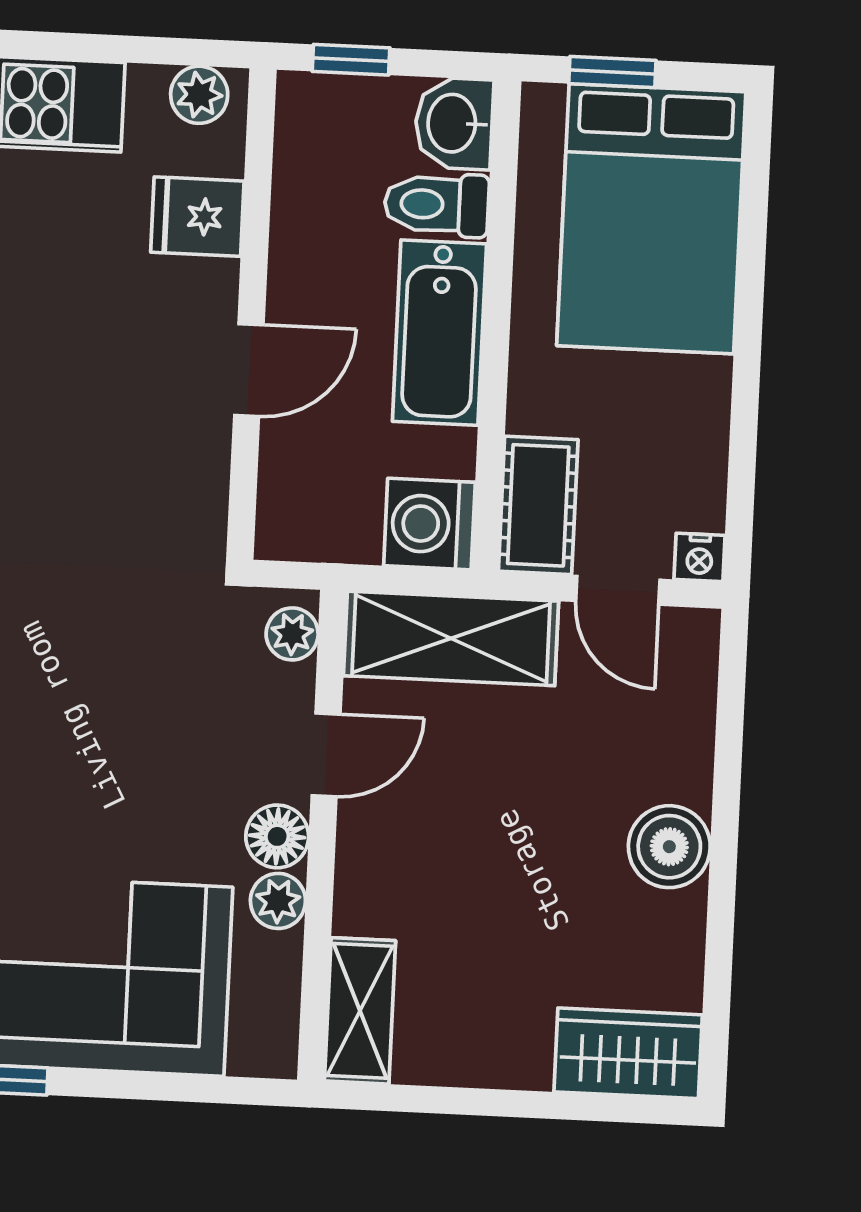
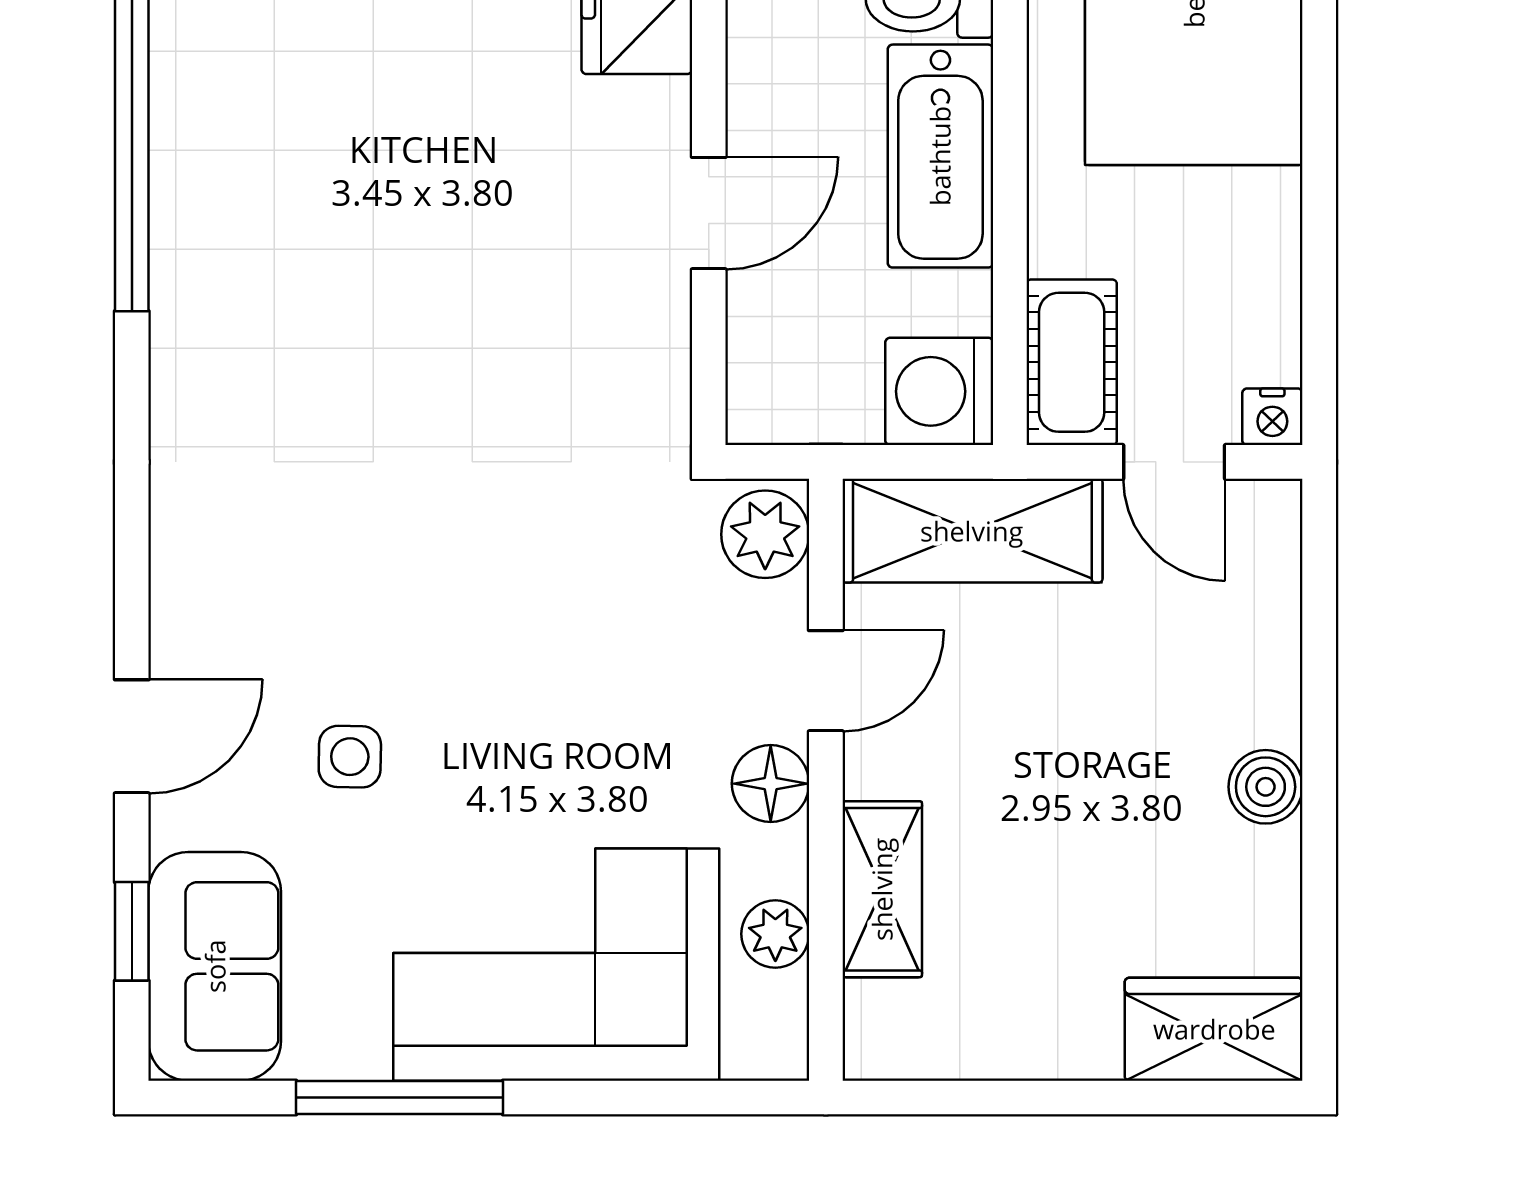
plant: (292, 634) -> (765, 534), width x1.38, depth x1.38
boiler: (669, 847) -> (1266, 787), width x0.73, depth x0.73
plant: (278, 901) -> (775, 934), moved
shelving: (360, 1011) -> (882, 889), moved

